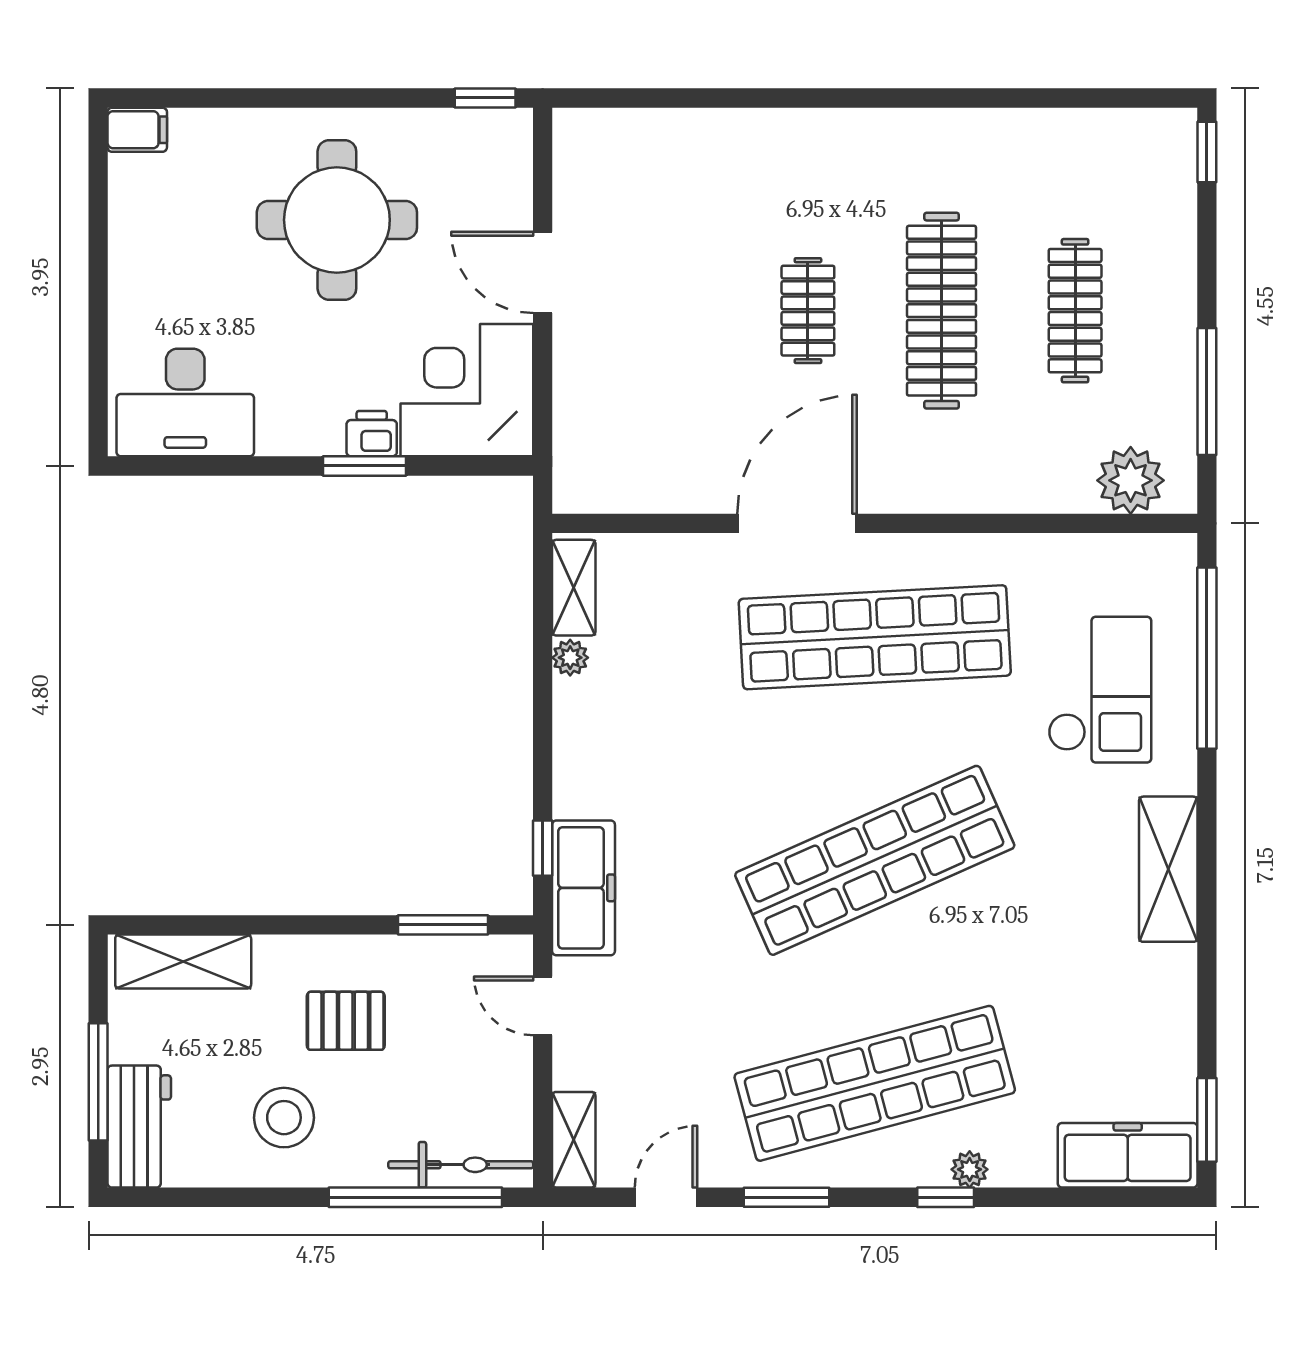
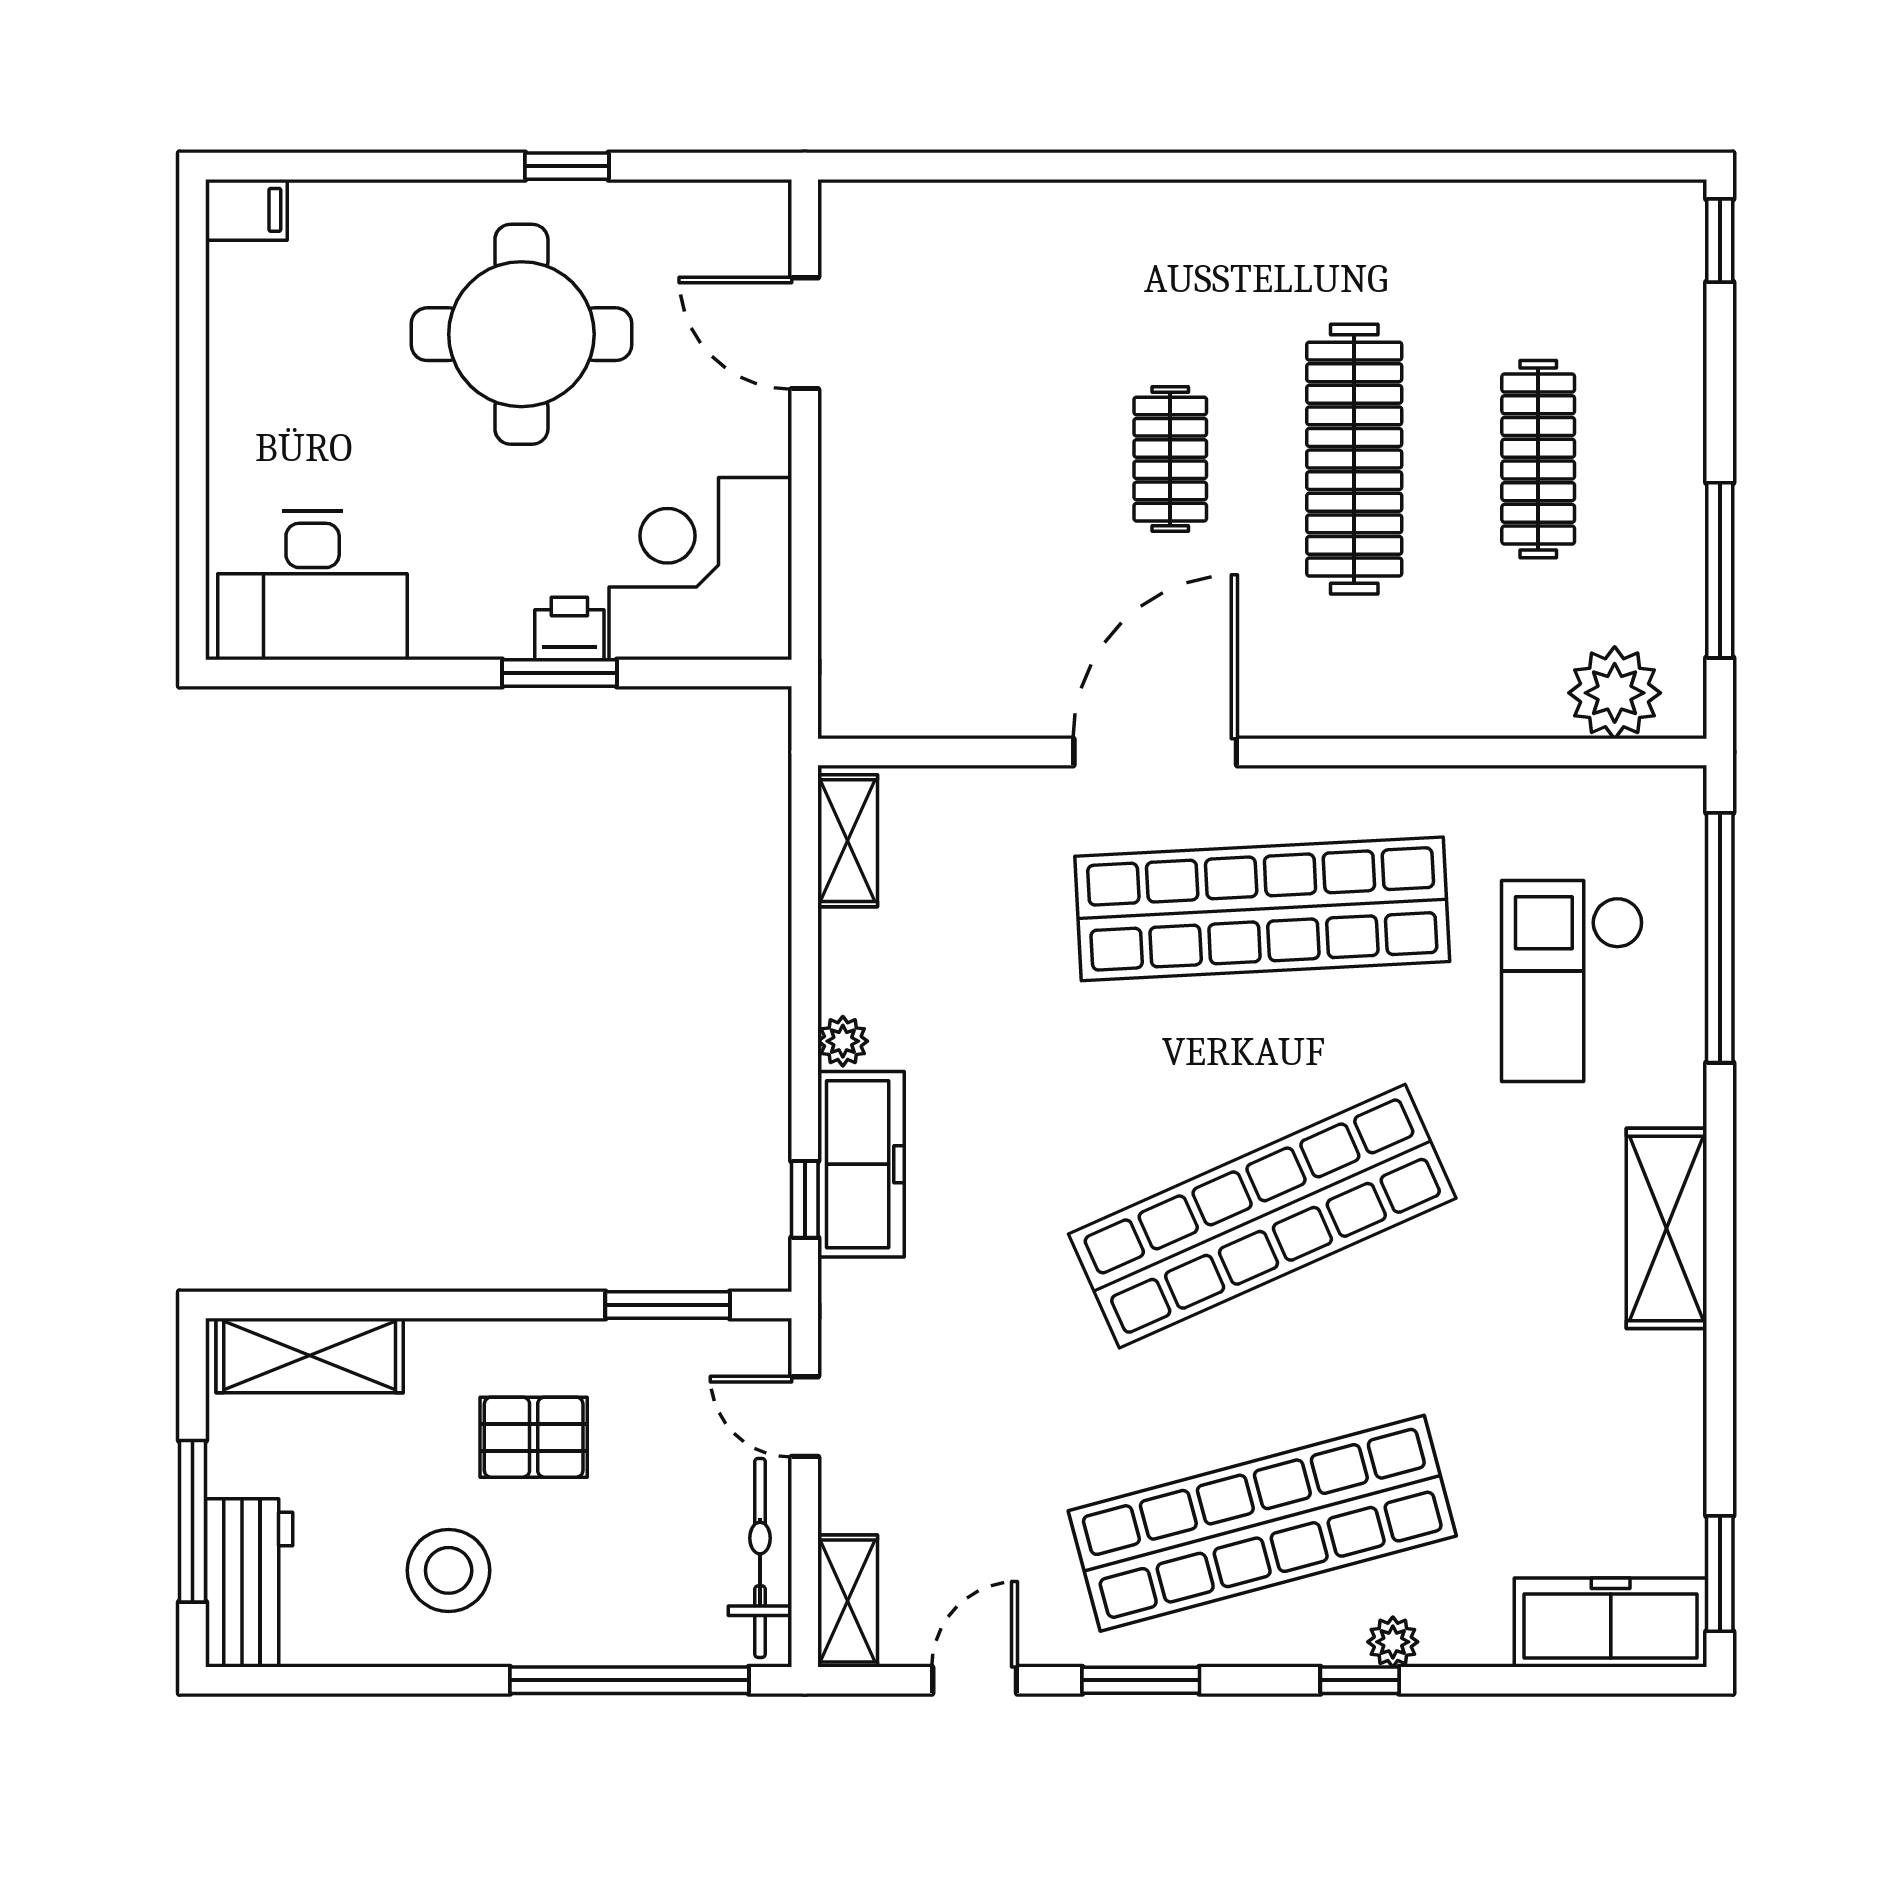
window: (485, 98) -> (567, 166), moved
door: (543, 272) -> (805, 333), moved
plant: (570, 658) -> (843, 1041), moved
checkout: (1100, 690) -> (1572, 981), turned 180
freezer: (583, 888) -> (861, 1164), moved
bicycle: (461, 1165) -> (760, 1558), moved, turned -90

